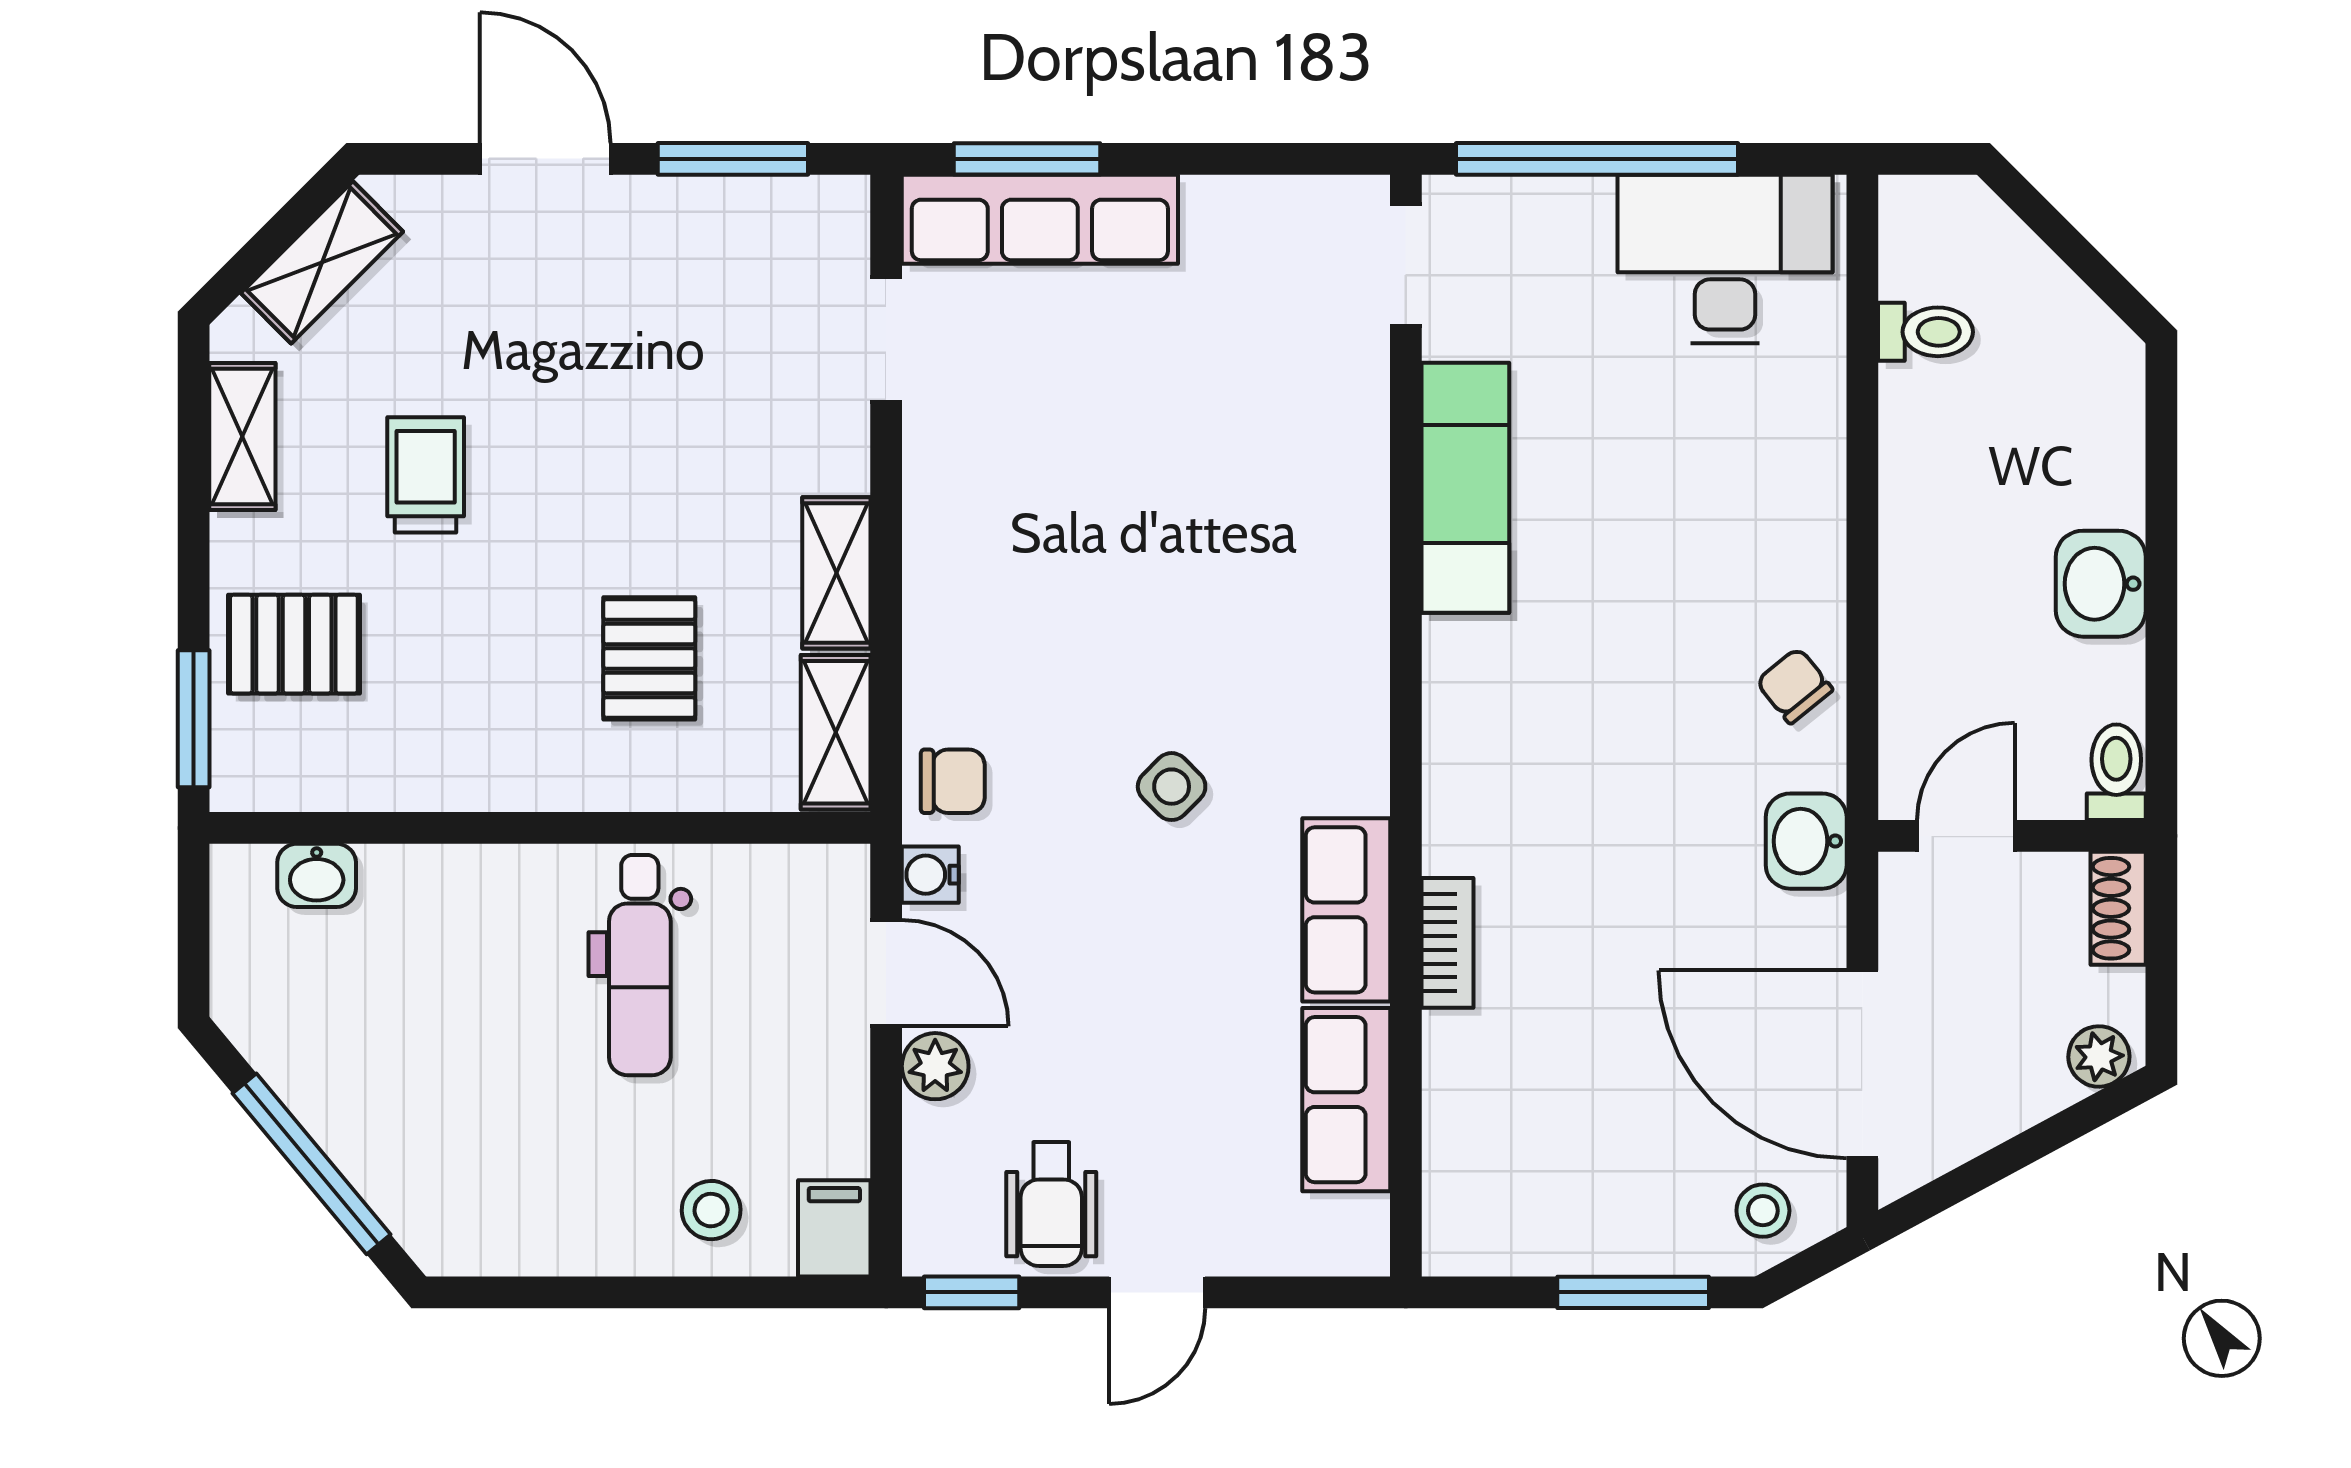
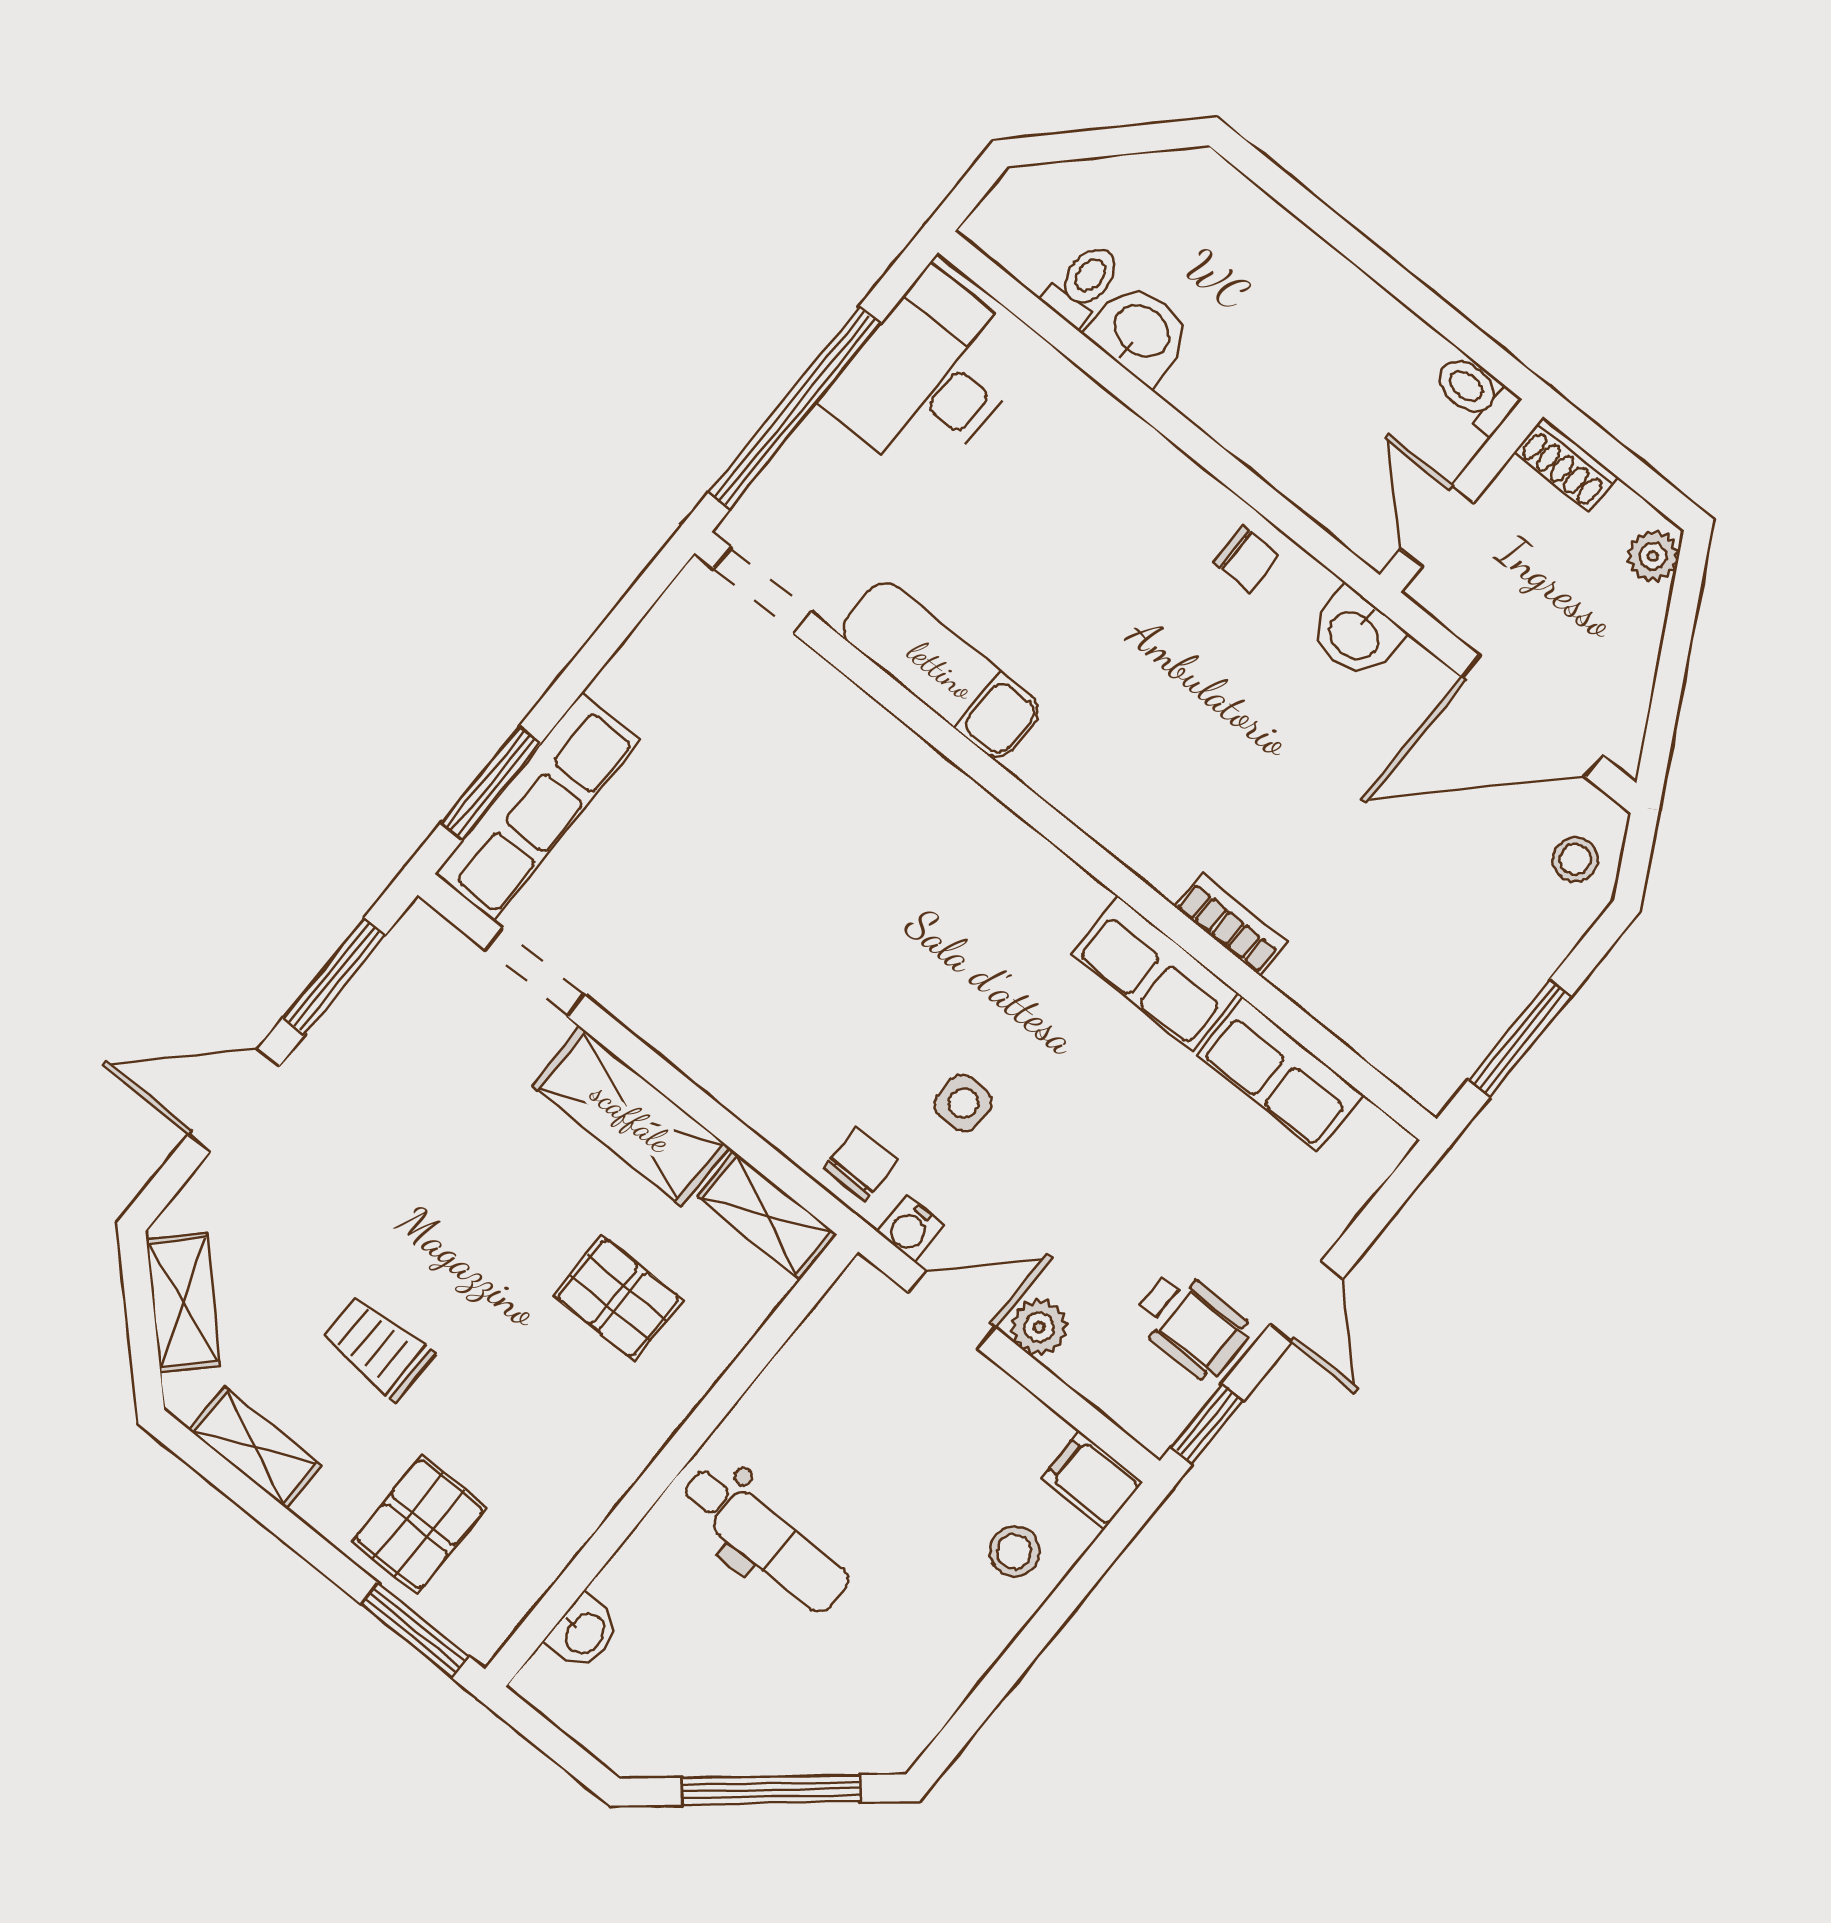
shelving: (836, 573) -> (631, 1117), width x1.50, depth x1.33
washbasin: (2101, 584) -> (1140, 333), moved, turned 180
chair: (1794, 686) -> (1246, 559), turned -141
side table: (1172, 787) -> (963, 1103), moved, turned 45
dental chair: (640, 965) -> (765, 1539), moved
window: (1633, 1292) -> (1520, 1038), moved

